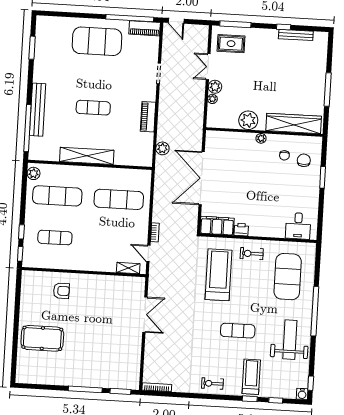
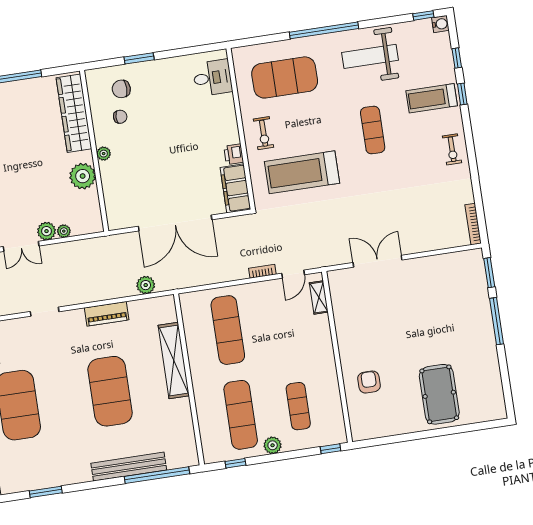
exercise mat: (93, 108) -> (110, 391), width x2.00, depth x1.45
shelving: (87, 156) -> (174, 360), moved
plant: (34, 173) -> (273, 445), moved
window: (21, 232) -> (235, 463), moved

